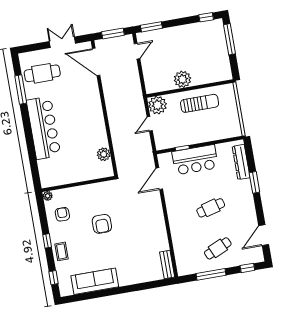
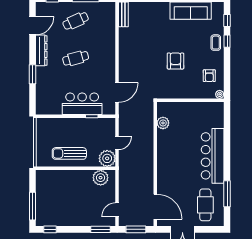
cafe table: (42, 73) -> (205, 205), turned 90
plant: (182, 79) -> (101, 178), moved
dresser: (241, 162) -> (41, 50), moved
window: (47, 241) -> (227, 41), moved

